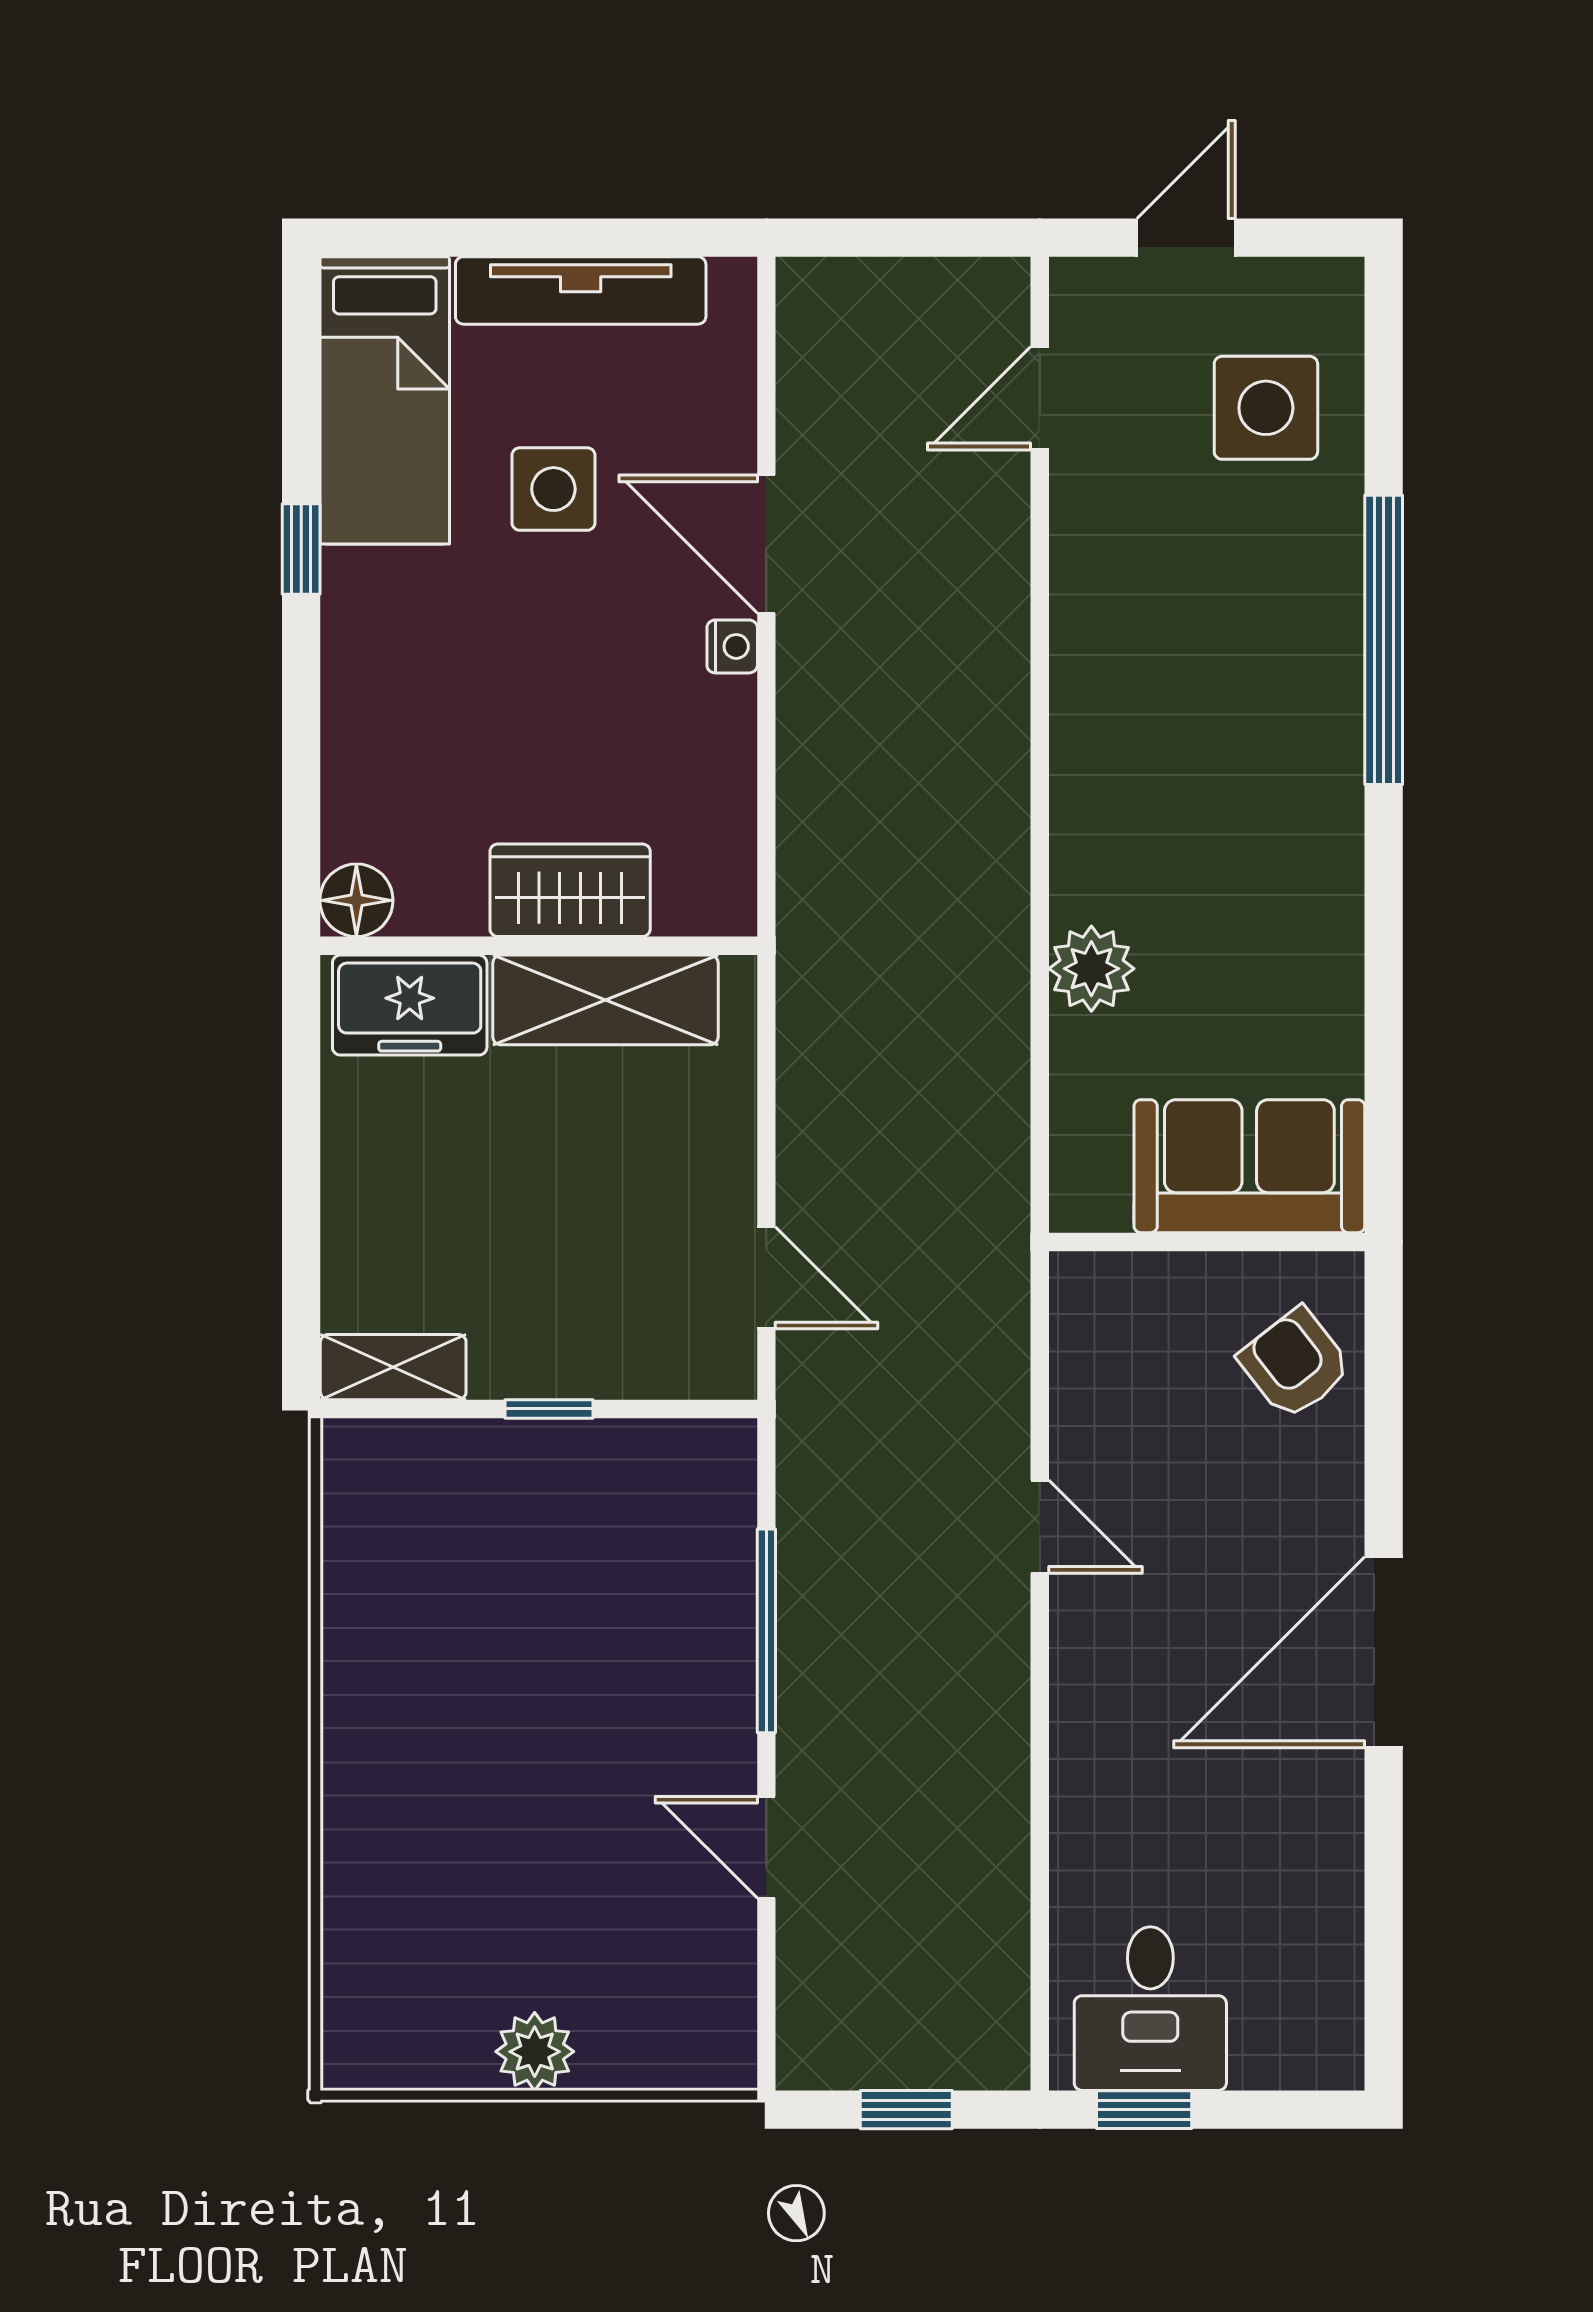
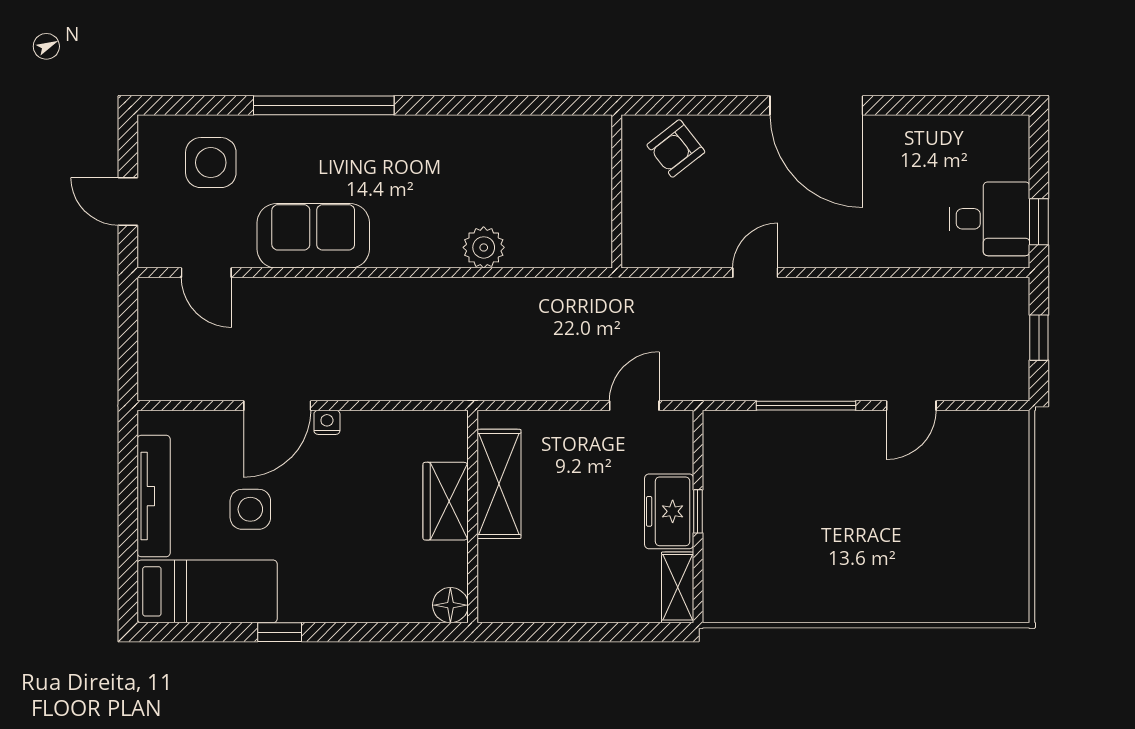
freezer: (410, 1005) -> (669, 511), moved, turned 180
sofa: (1249, 1166) -> (313, 236), moved, turned 90
plant: (535, 2052) -> (1011, 518), removed

